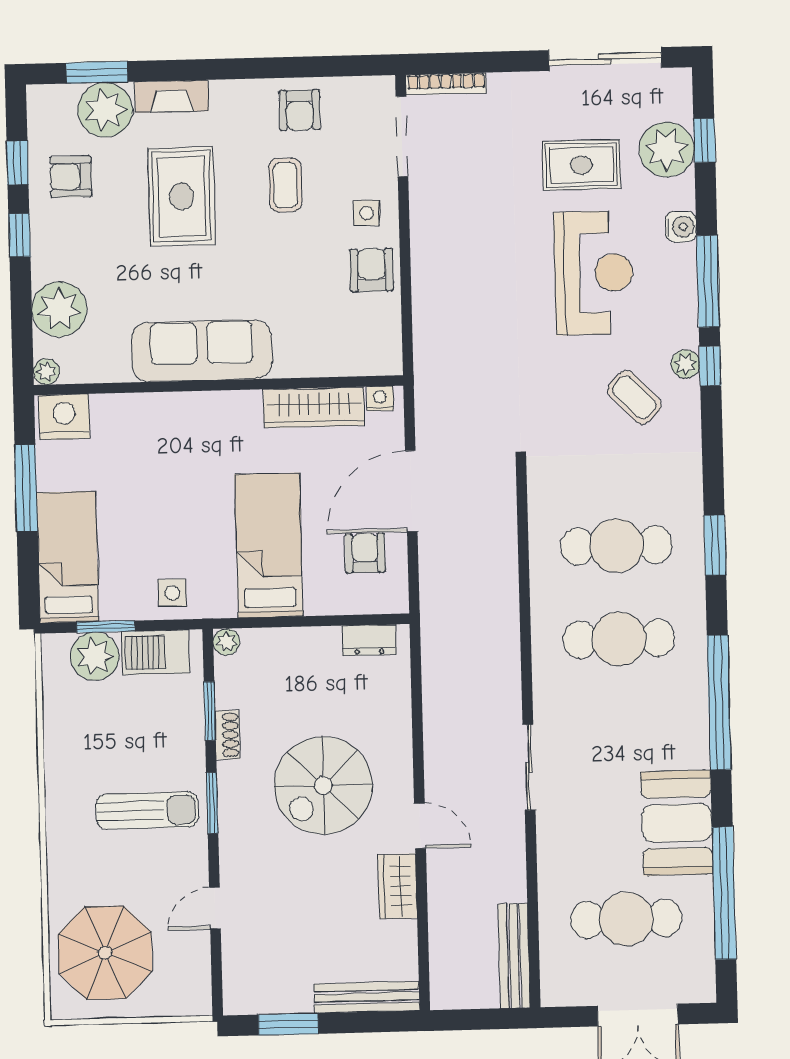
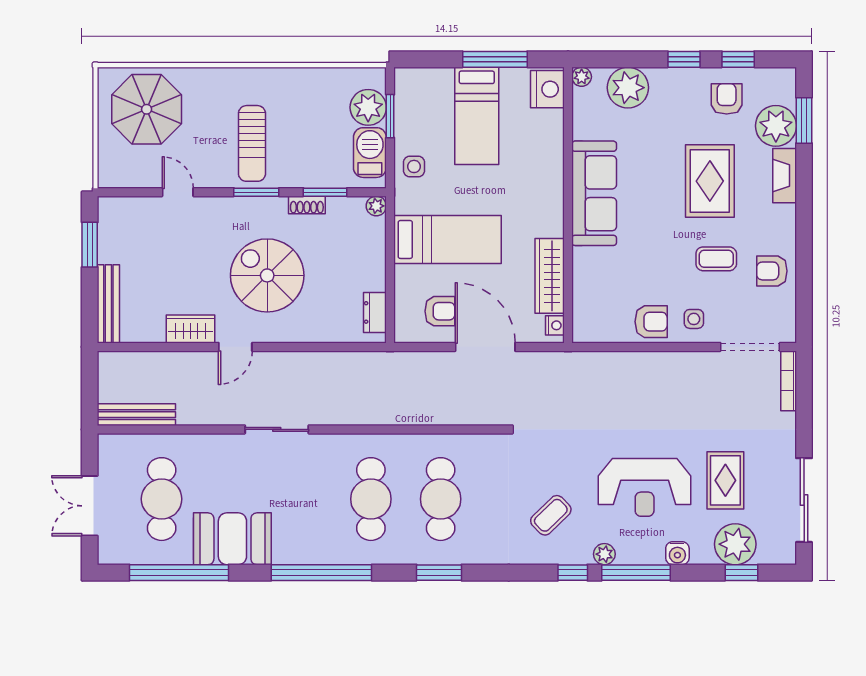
rug: (181, 196) -> (710, 181), turned 90
plant: (685, 364) -> (604, 554), moved
bed: (68, 557) -> (477, 116), moved, turned 90

